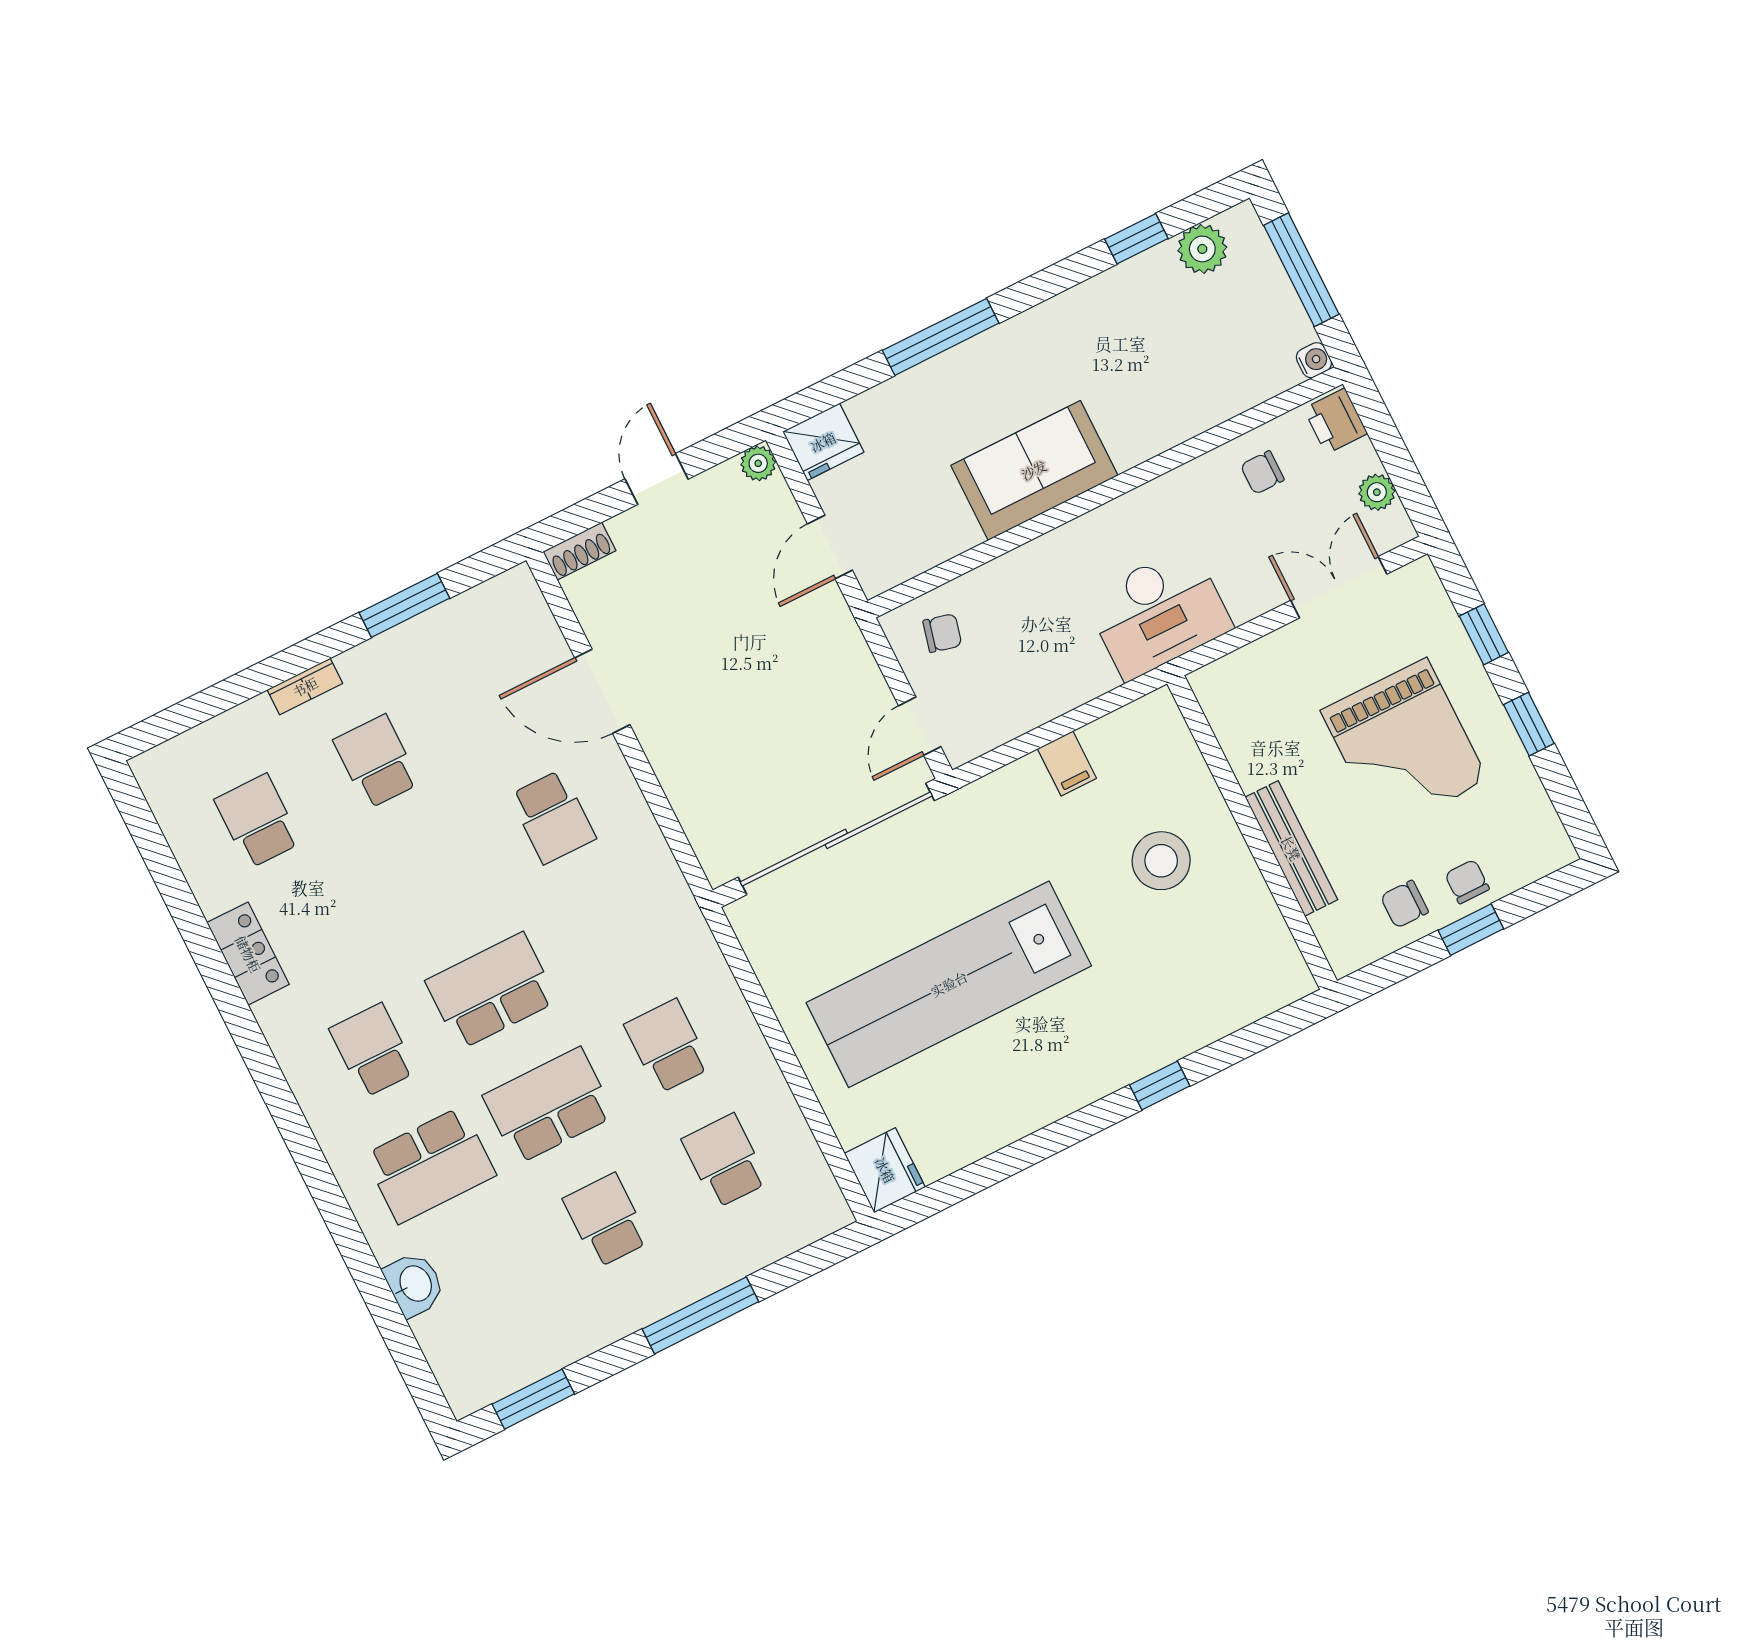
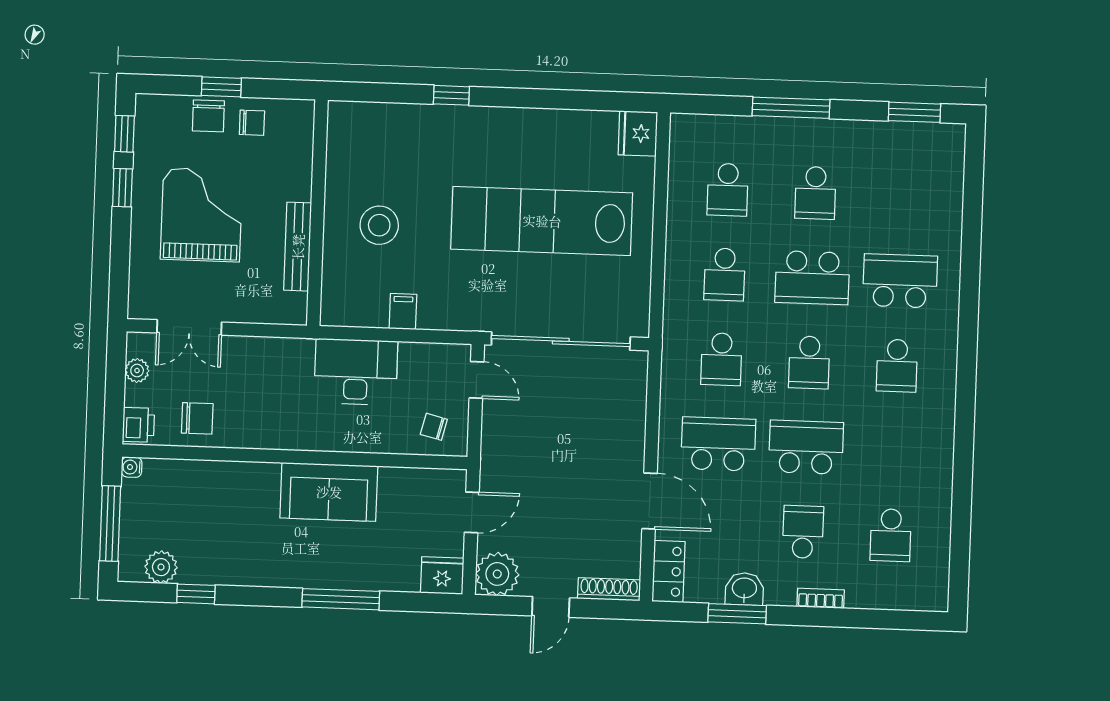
plant: (758, 463) -> (497, 574), width x1.88, depth x1.88
chair: (1262, 472) -> (197, 418), width x1.37, depth x1.37
shoe rack: (579, 551) -> (609, 589), width x1.43
desk: (1158, 613) -> (356, 372), moved
window: (1484, 634) -> (124, 134), moved
door: (920, 726) -> (477, 380), hinge flipped
school desk: (377, 762) -> (803, 532), turned 180
school desk: (553, 817) -> (718, 444), width x1.85
bench: (1291, 848) -> (298, 247), moved
school desk: (434, 876) -> (806, 447), added
chair: (1467, 882) -> (208, 116), width x1.37, depth x1.37
school desk: (610, 932) -> (721, 359), added
locker: (248, 954) -> (669, 571), moved, turned 180
lab bench: (949, 984) -> (542, 221), turned 180
school desk: (491, 991) -> (809, 362), width x0.54
washbasin: (414, 1284) -> (744, 589), moved, turned 90

